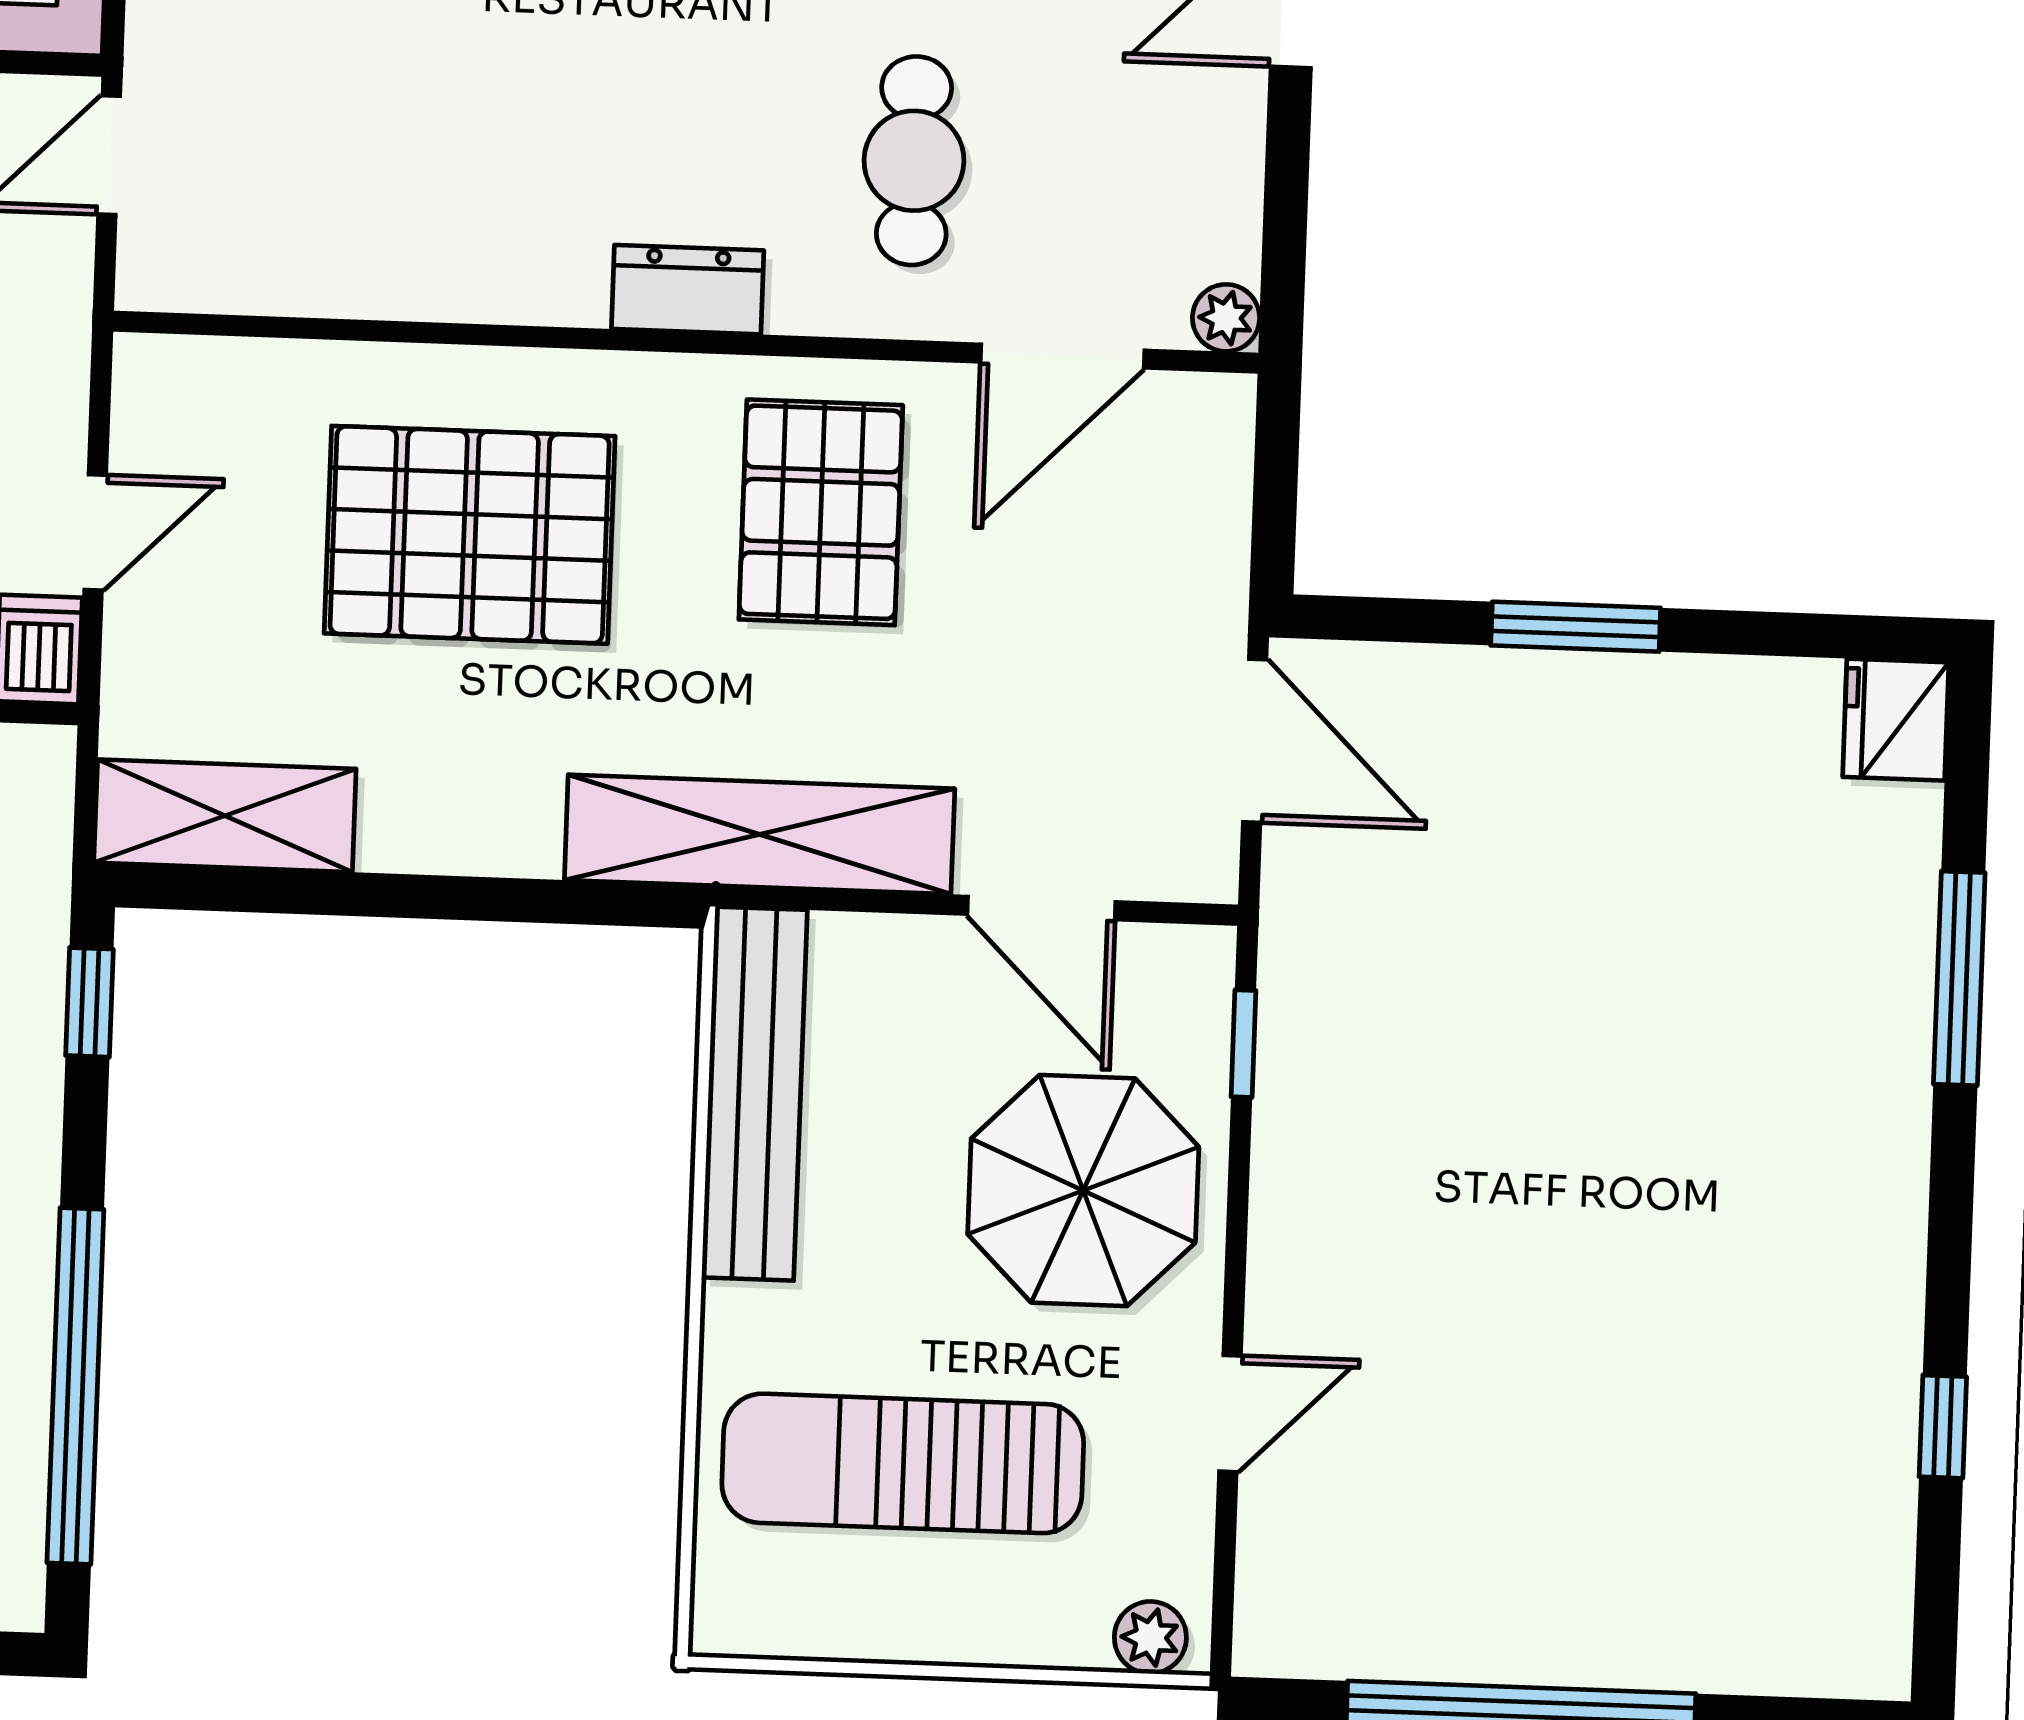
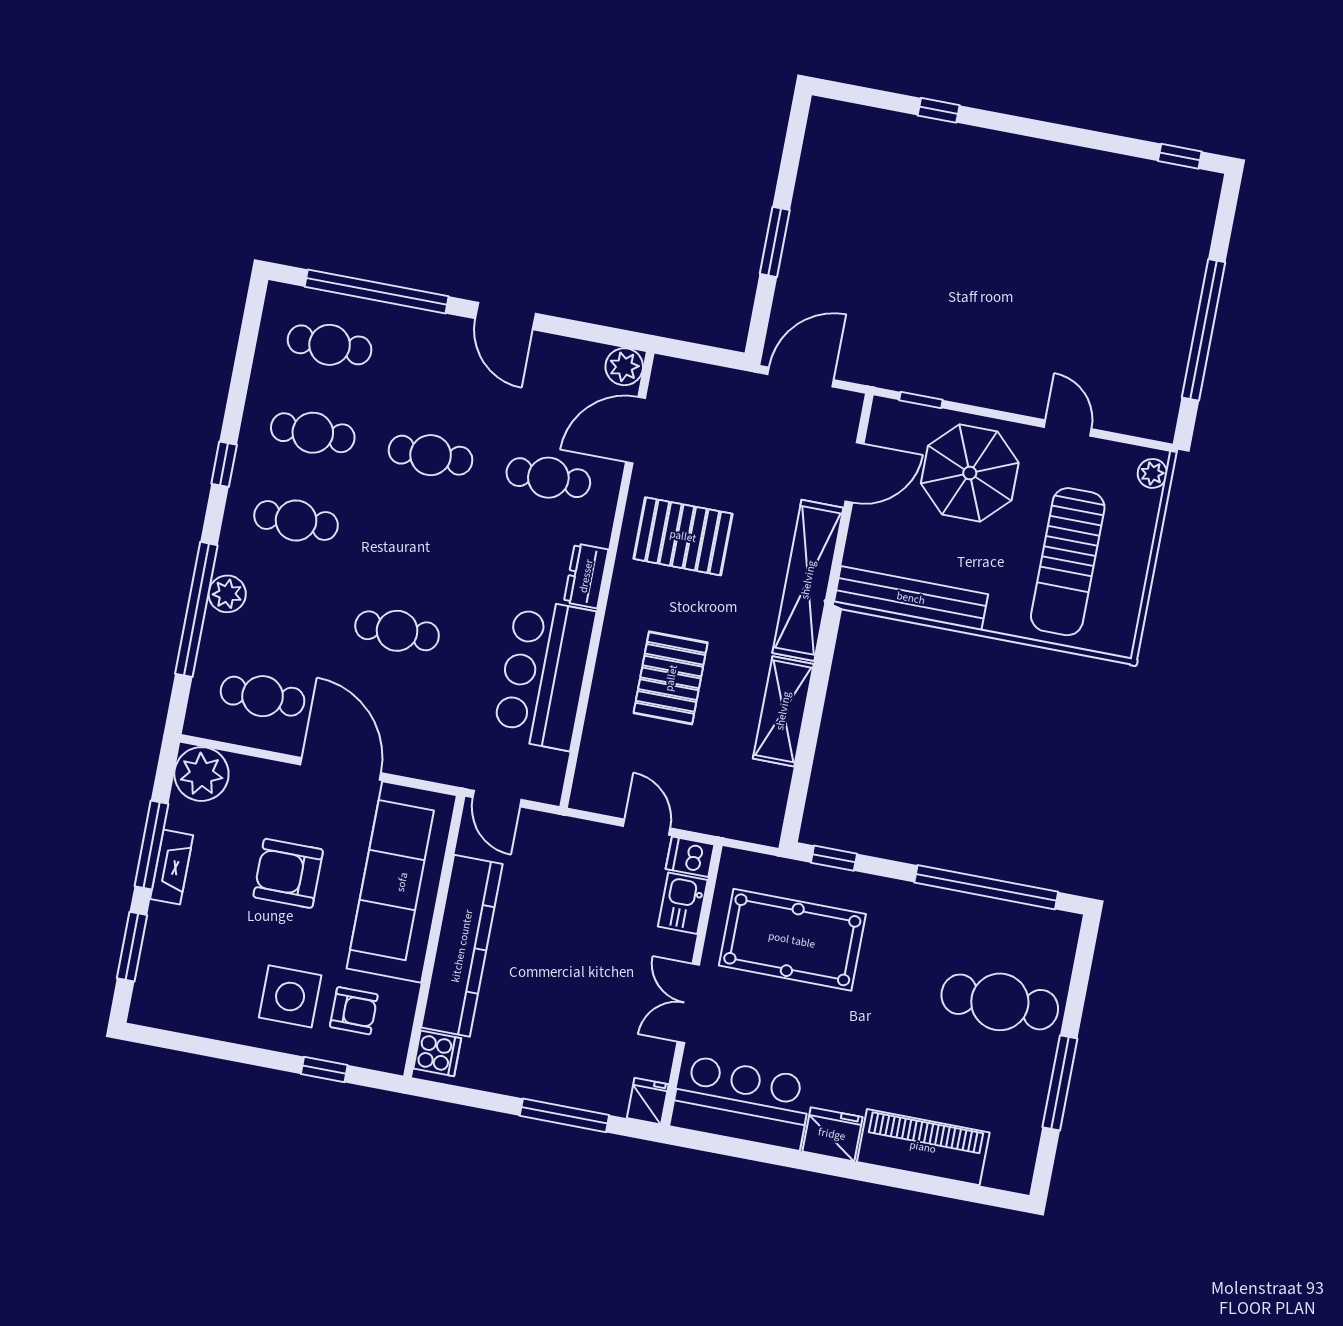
bar counter: (432, 224) -> (544, 674), added
plant: (1226, 318) -> (624, 367), width x1.38, depth x1.38
door: (1063, 356) -> (635, 430), swing flipped
pallet: (470, 535) -> (671, 678), width x0.73, depth x0.71
fridge: (1896, 720) -> (831, 120), removed
shelving: (225, 816) -> (783, 711), moved
window: (1959, 978) -> (939, 110), width x0.46
window: (1943, 1427) -> (1180, 156), moved

